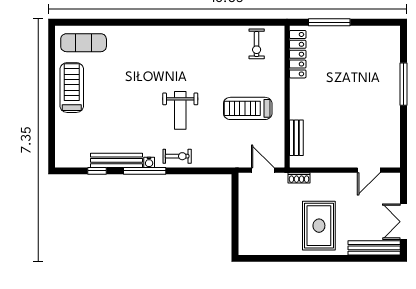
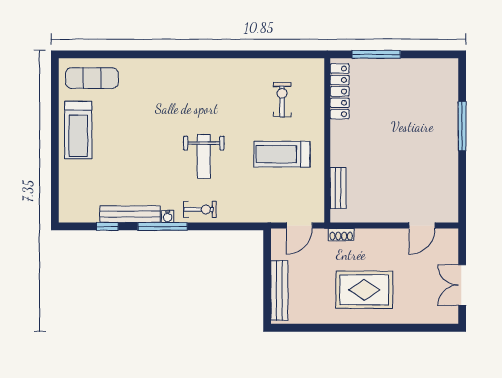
exercise bike: (257, 44) -> (282, 100), moved, turned 180
treadmill: (72, 88) -> (78, 130), turned 180
door: (263, 170) -> (299, 225), swing flipped
rug: (319, 226) -> (364, 290), turned 90
bench: (374, 248) -> (279, 290), moved, turned 90

